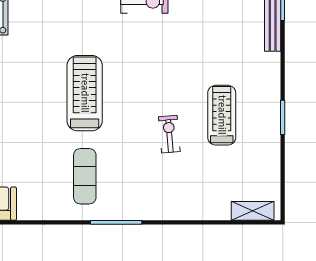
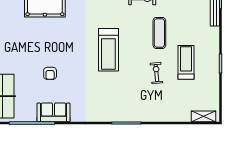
treadmill: (85, 93) -> (108, 50), turned 180
exercise mat: (85, 176) -> (159, 33), moved

